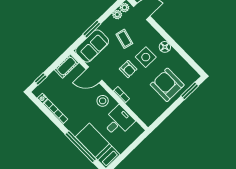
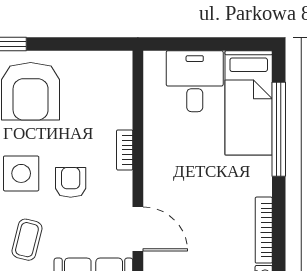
stool: (103, 101) -> (166, 171), removed
desk: (118, 121) -> (195, 81), moved, turned 90

